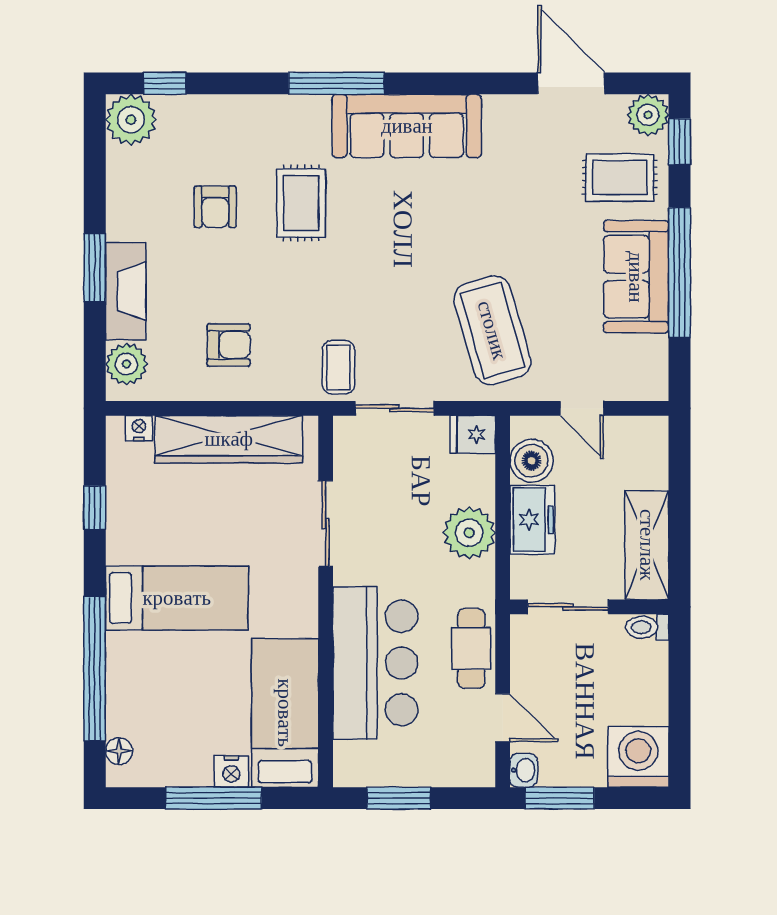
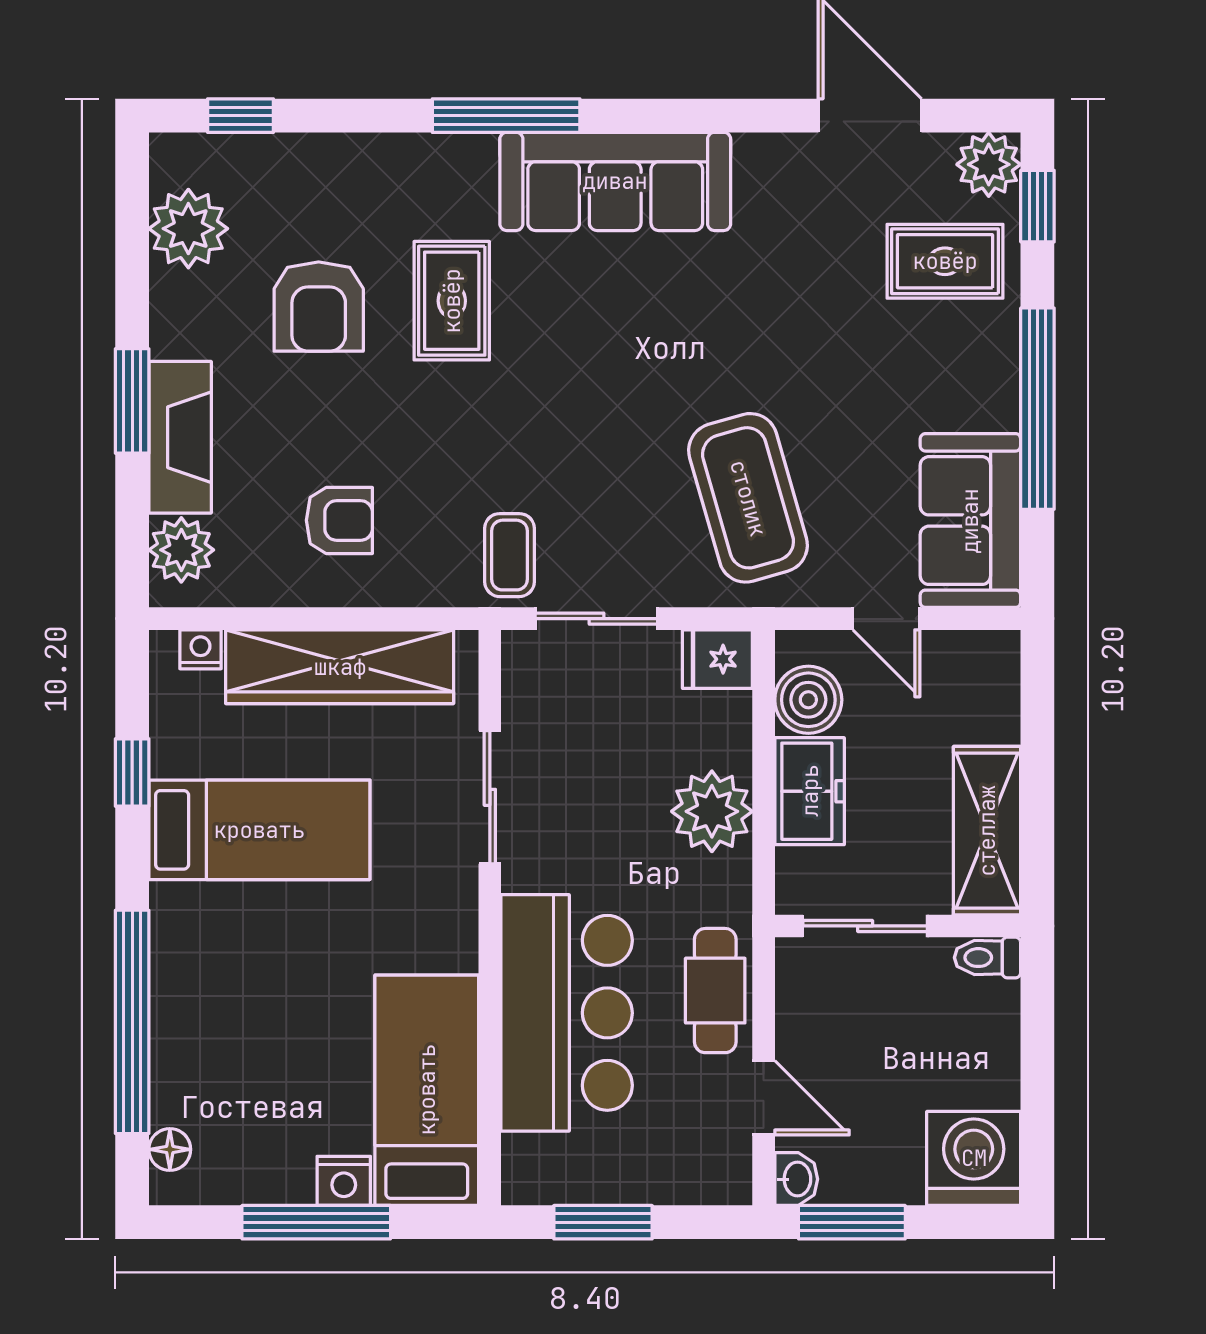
plant: (131, 120) -> (188, 229), moved
armchair: (215, 207) -> (319, 307), width x1.38, depth x1.38
sofa: (636, 277) -> (970, 521), moved
bed: (177, 598) -> (259, 830), moved

